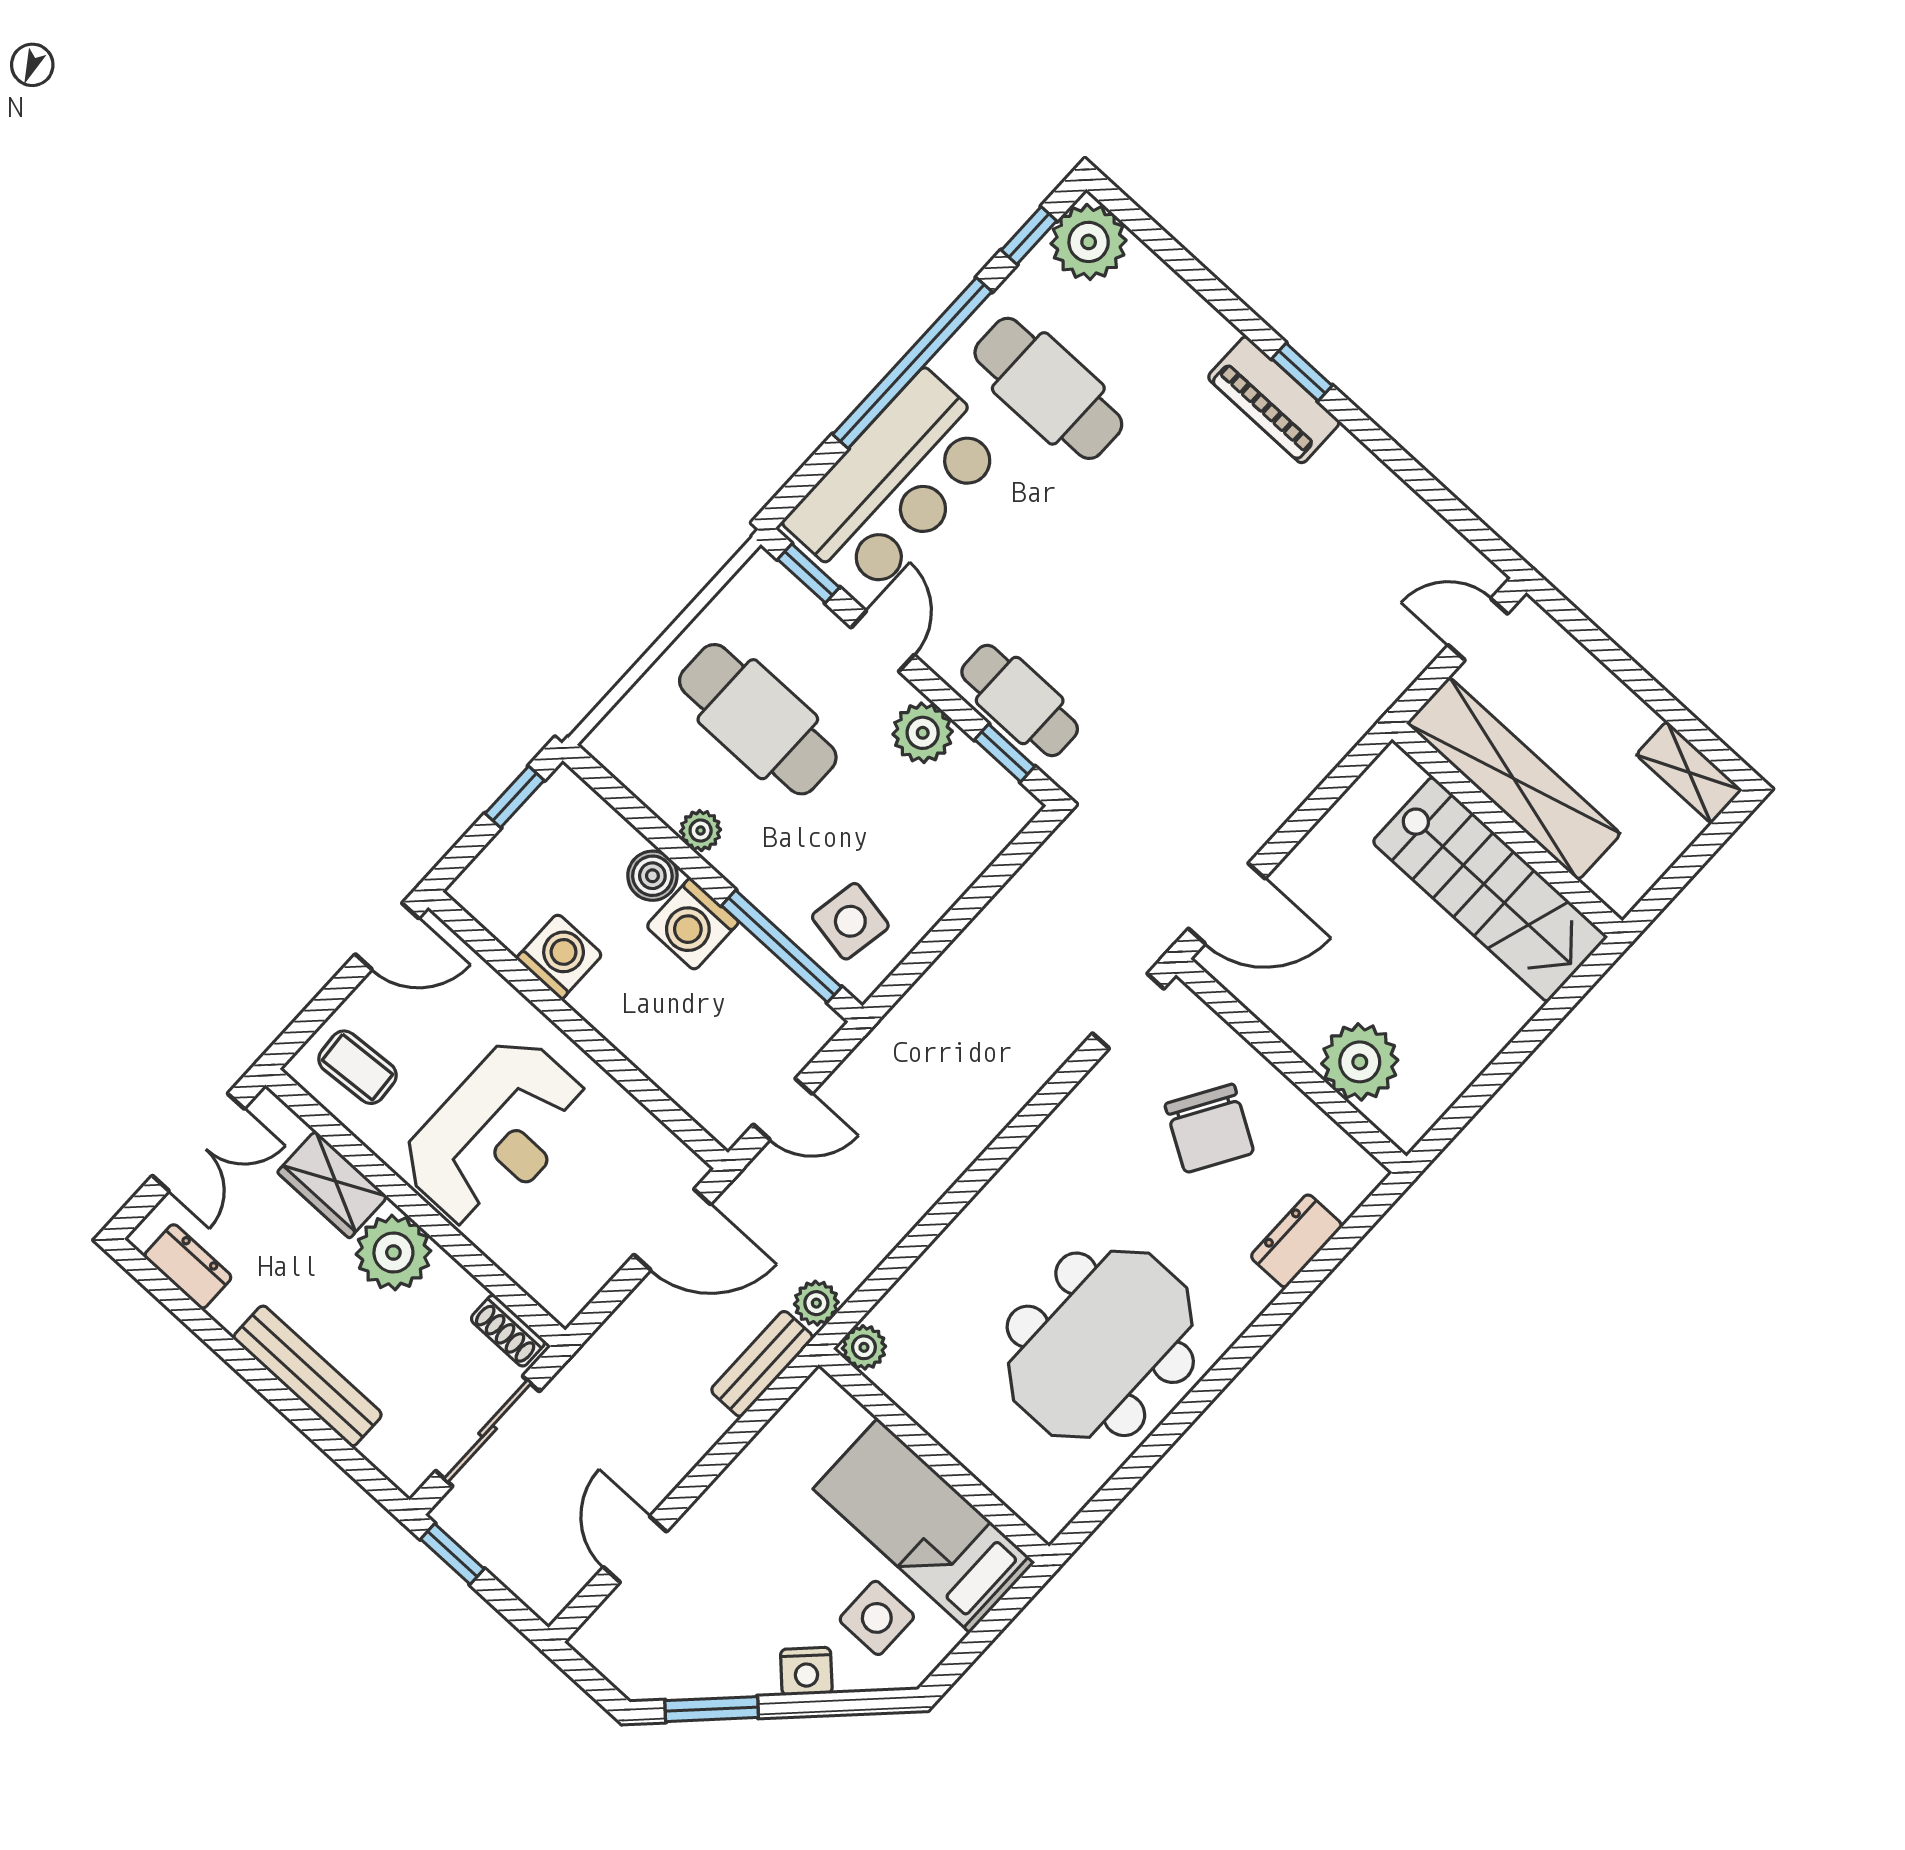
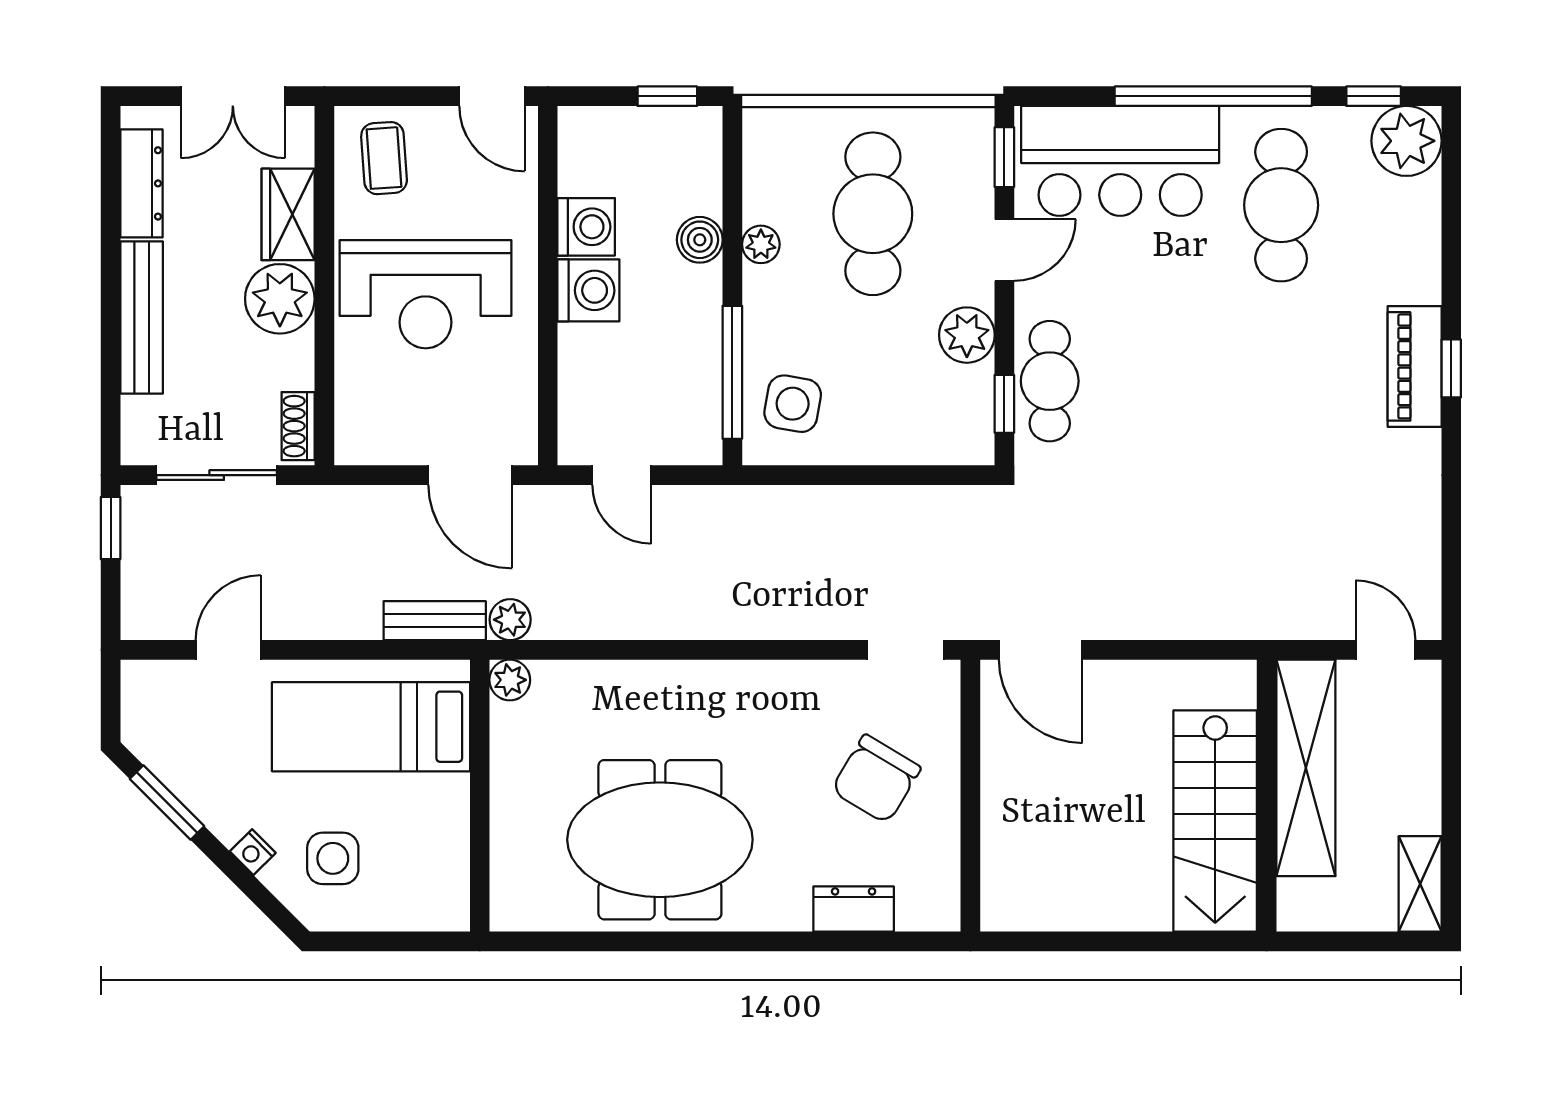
washing machine: (692, 924) -> (588, 290), moved, turned 180
plant: (1360, 1062) -> (1016, 840), removed
dresser: (188, 1266) -> (141, 183), width x1.44
bed: (924, 1526) -> (371, 727), moved, turned -90
nightstand: (806, 1671) -> (253, 852), width x0.72, depth x0.74

